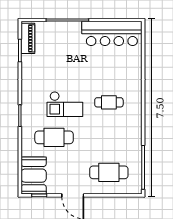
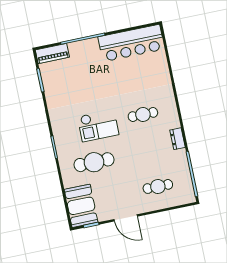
piano: (28, 38) -> (52, 54), moved, turned 90
dresser: (136, 132) -> (177, 139), added
cafe table: (109, 172) -> (158, 186), width x0.73, depth x0.74

